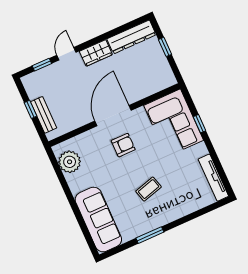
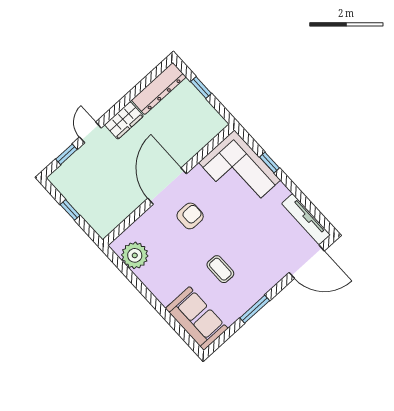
bench: (44, 115) -> (87, 211), removed
coffee table: (149, 189) -> (220, 269), moved, turned -74
door: (203, 211) -> (307, 262), added
sofa: (98, 220) -> (197, 318), width x0.73

